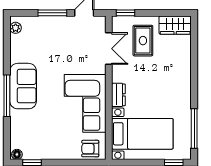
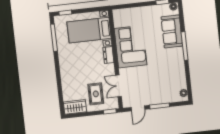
sofa: (23, 86) -> (172, 31), moved
armchair: (90, 149) -> (124, 16), removed

